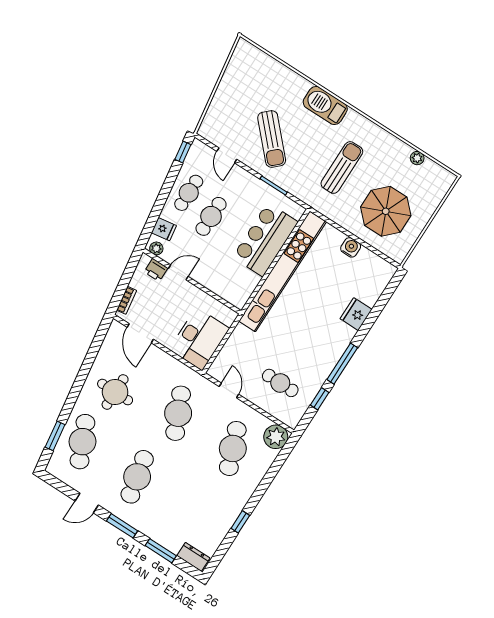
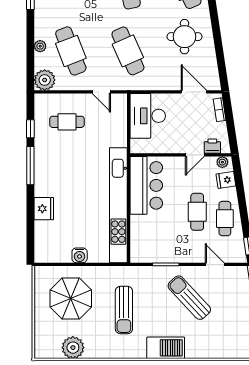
plant: (417, 158) -> (73, 348), width x1.88, depth x1.88
bar counter: (265, 240) -> (146, 185), moved
plant: (259, 472) -> (40, 46), added

